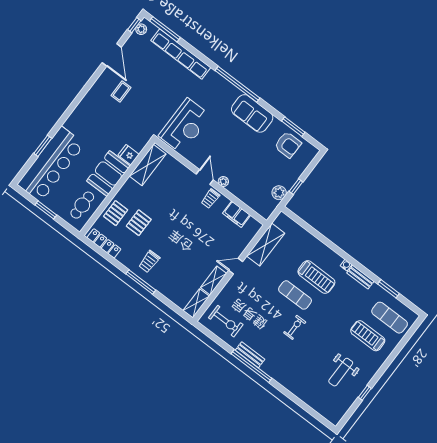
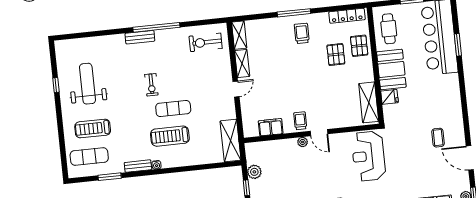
shelving: (266, 245) -> (230, 141), moved
treadmill: (368, 336) -> (93, 128), turned 180
bench: (250, 355) -> (140, 37), moved
weight bench: (341, 372) -> (87, 84), width x1.36, depth x1.33

